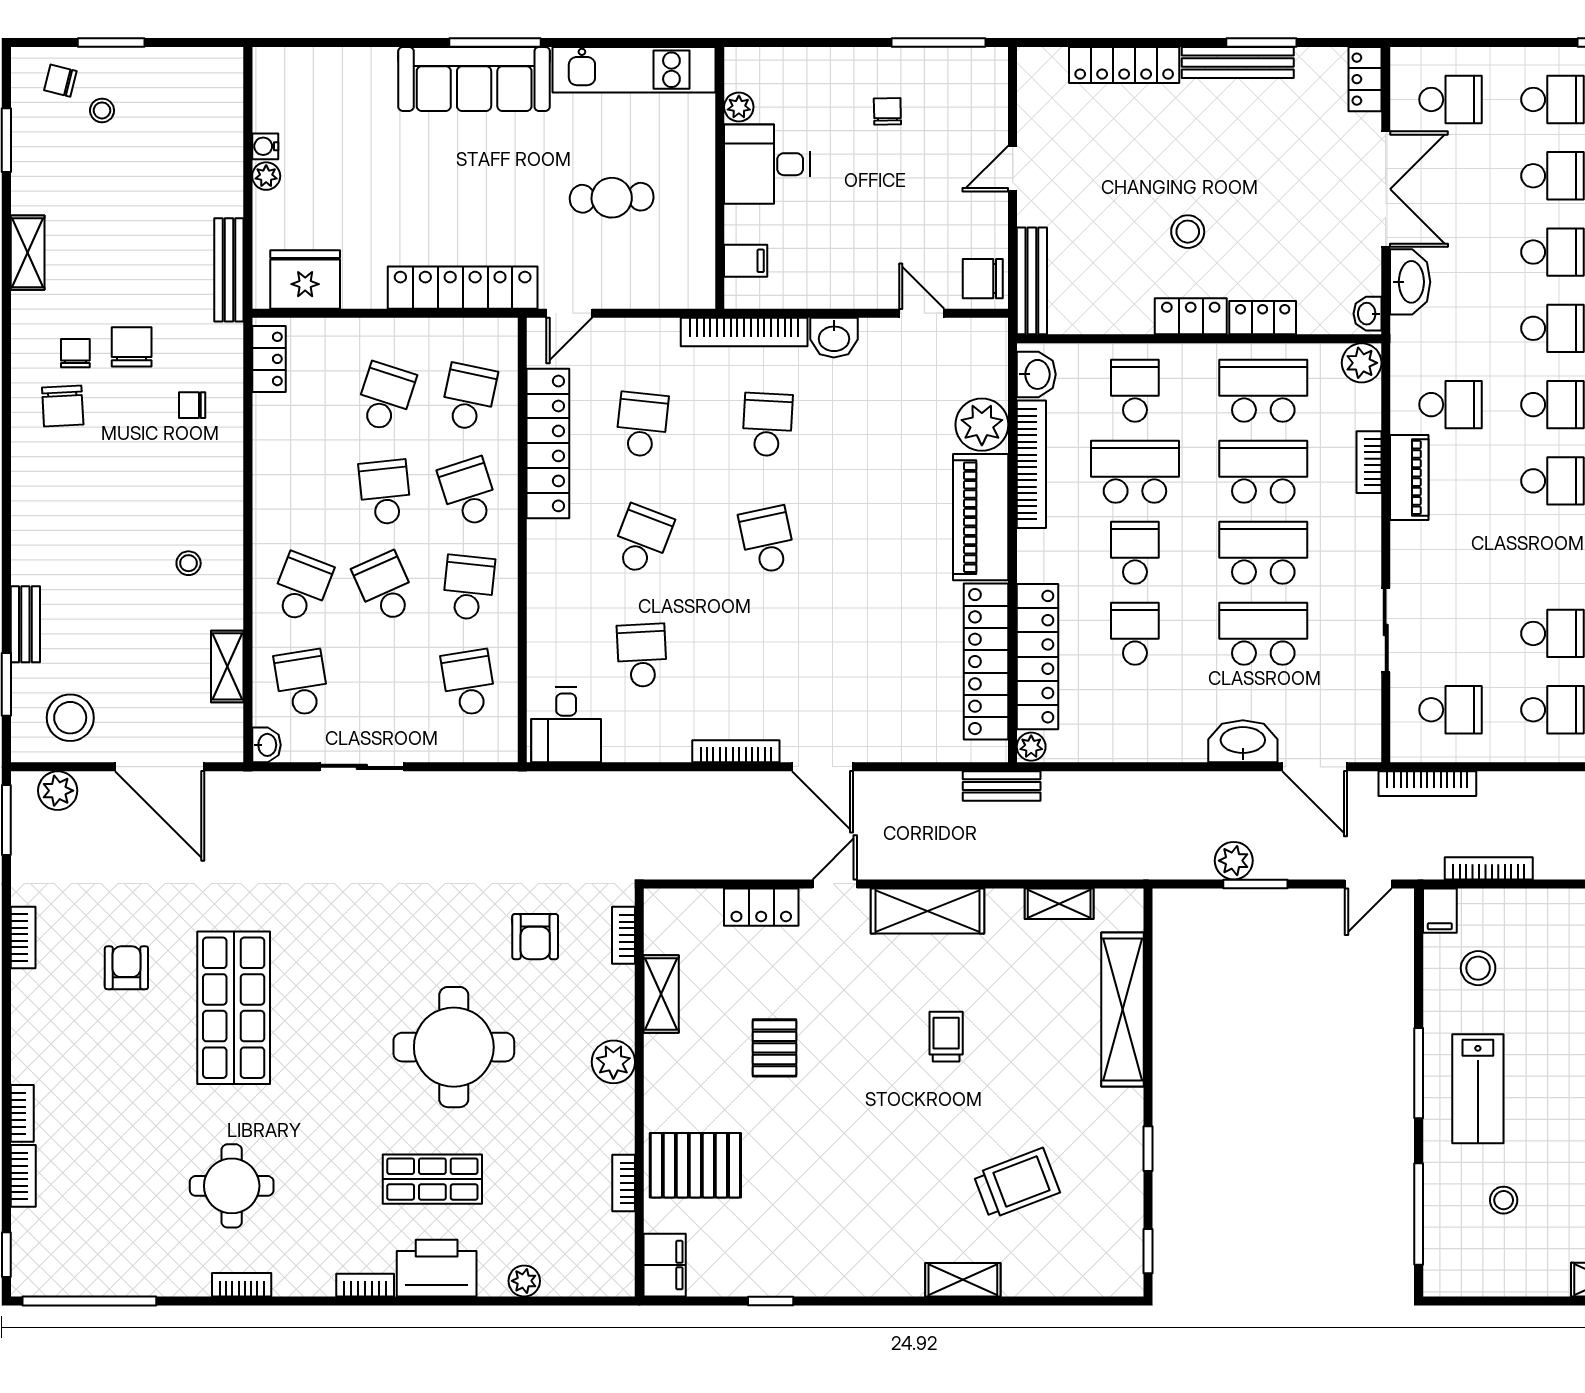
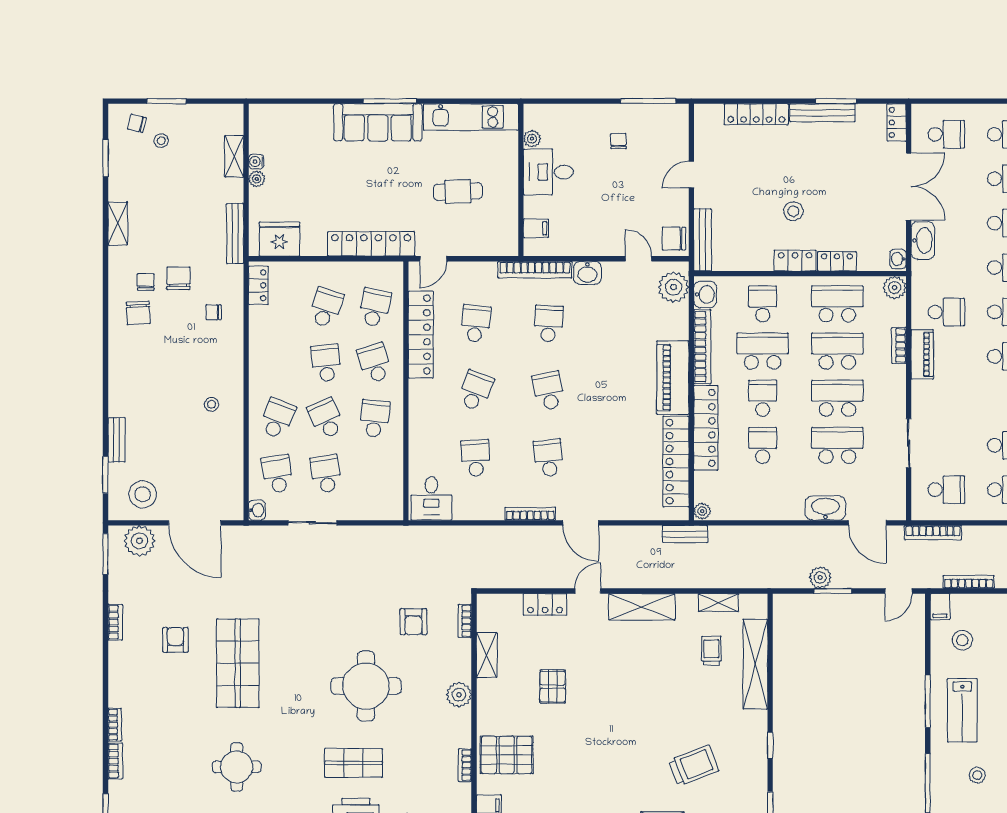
plant: (982, 425) -> (673, 287), moved
school desk: (767, 655) -> (549, 458), added
locker: (1038, 657) -> (706, 428), moved
shelving: (227, 666) -> (234, 156), moved
school desk: (469, 683) -> (326, 474), moved
plant: (58, 791) -> (139, 541), width x1.36, depth x1.36
trolley: (946, 1037) -> (711, 651), moved

